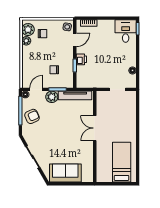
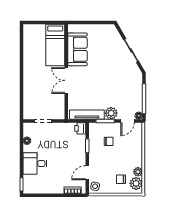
desk: (126, 31) -> (35, 164), moved, turned 90
printer: (81, 59) -> (80, 128), moved
armchair: (32, 116) -> (132, 93), removed
double door: (95, 128) -> (66, 80), swing flipped
bed: (122, 162) -> (55, 45), moved
sofa: (65, 173) -> (78, 49), moved, turned -90

